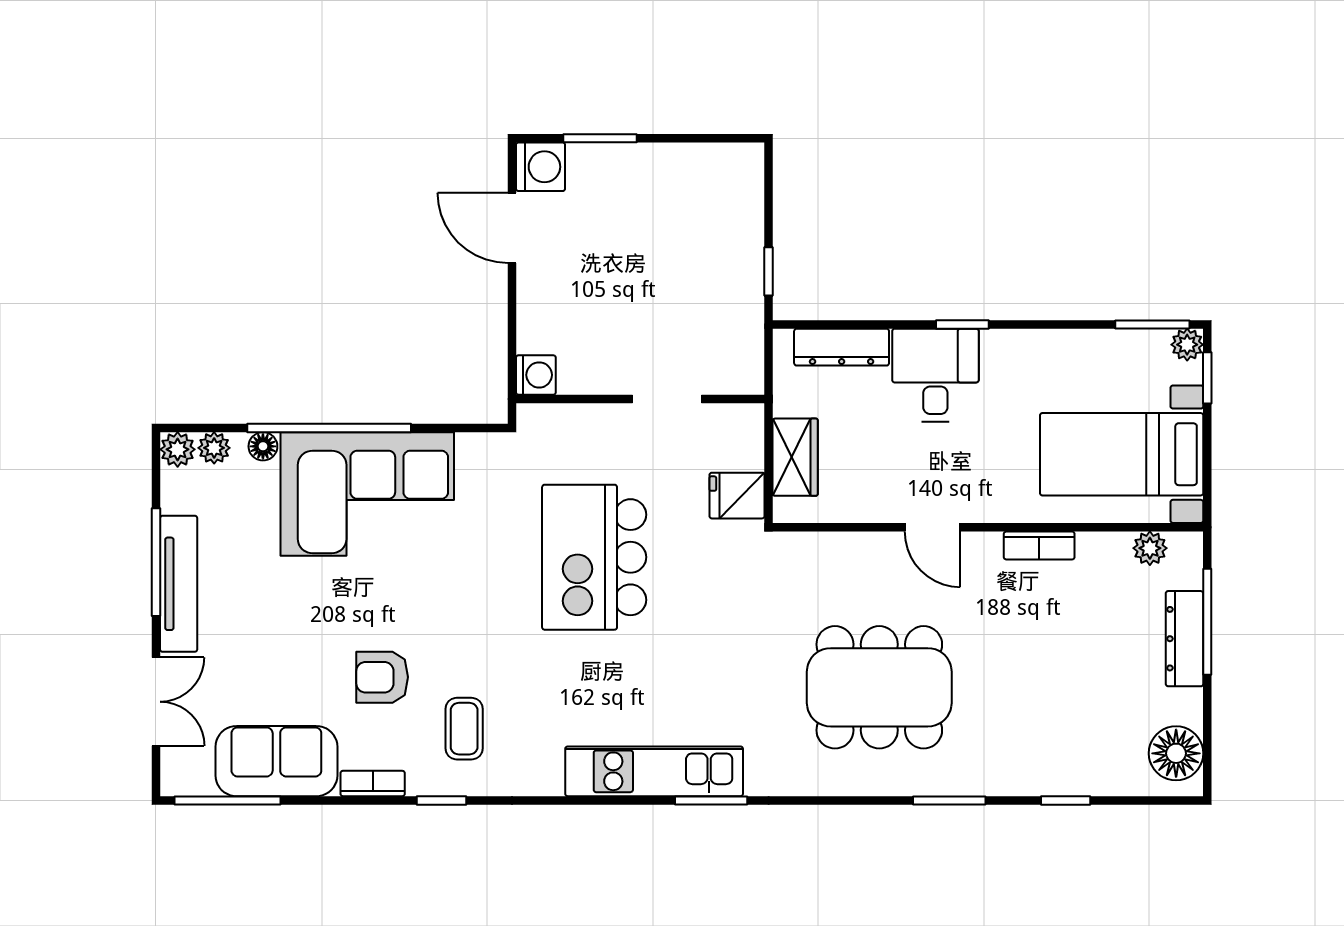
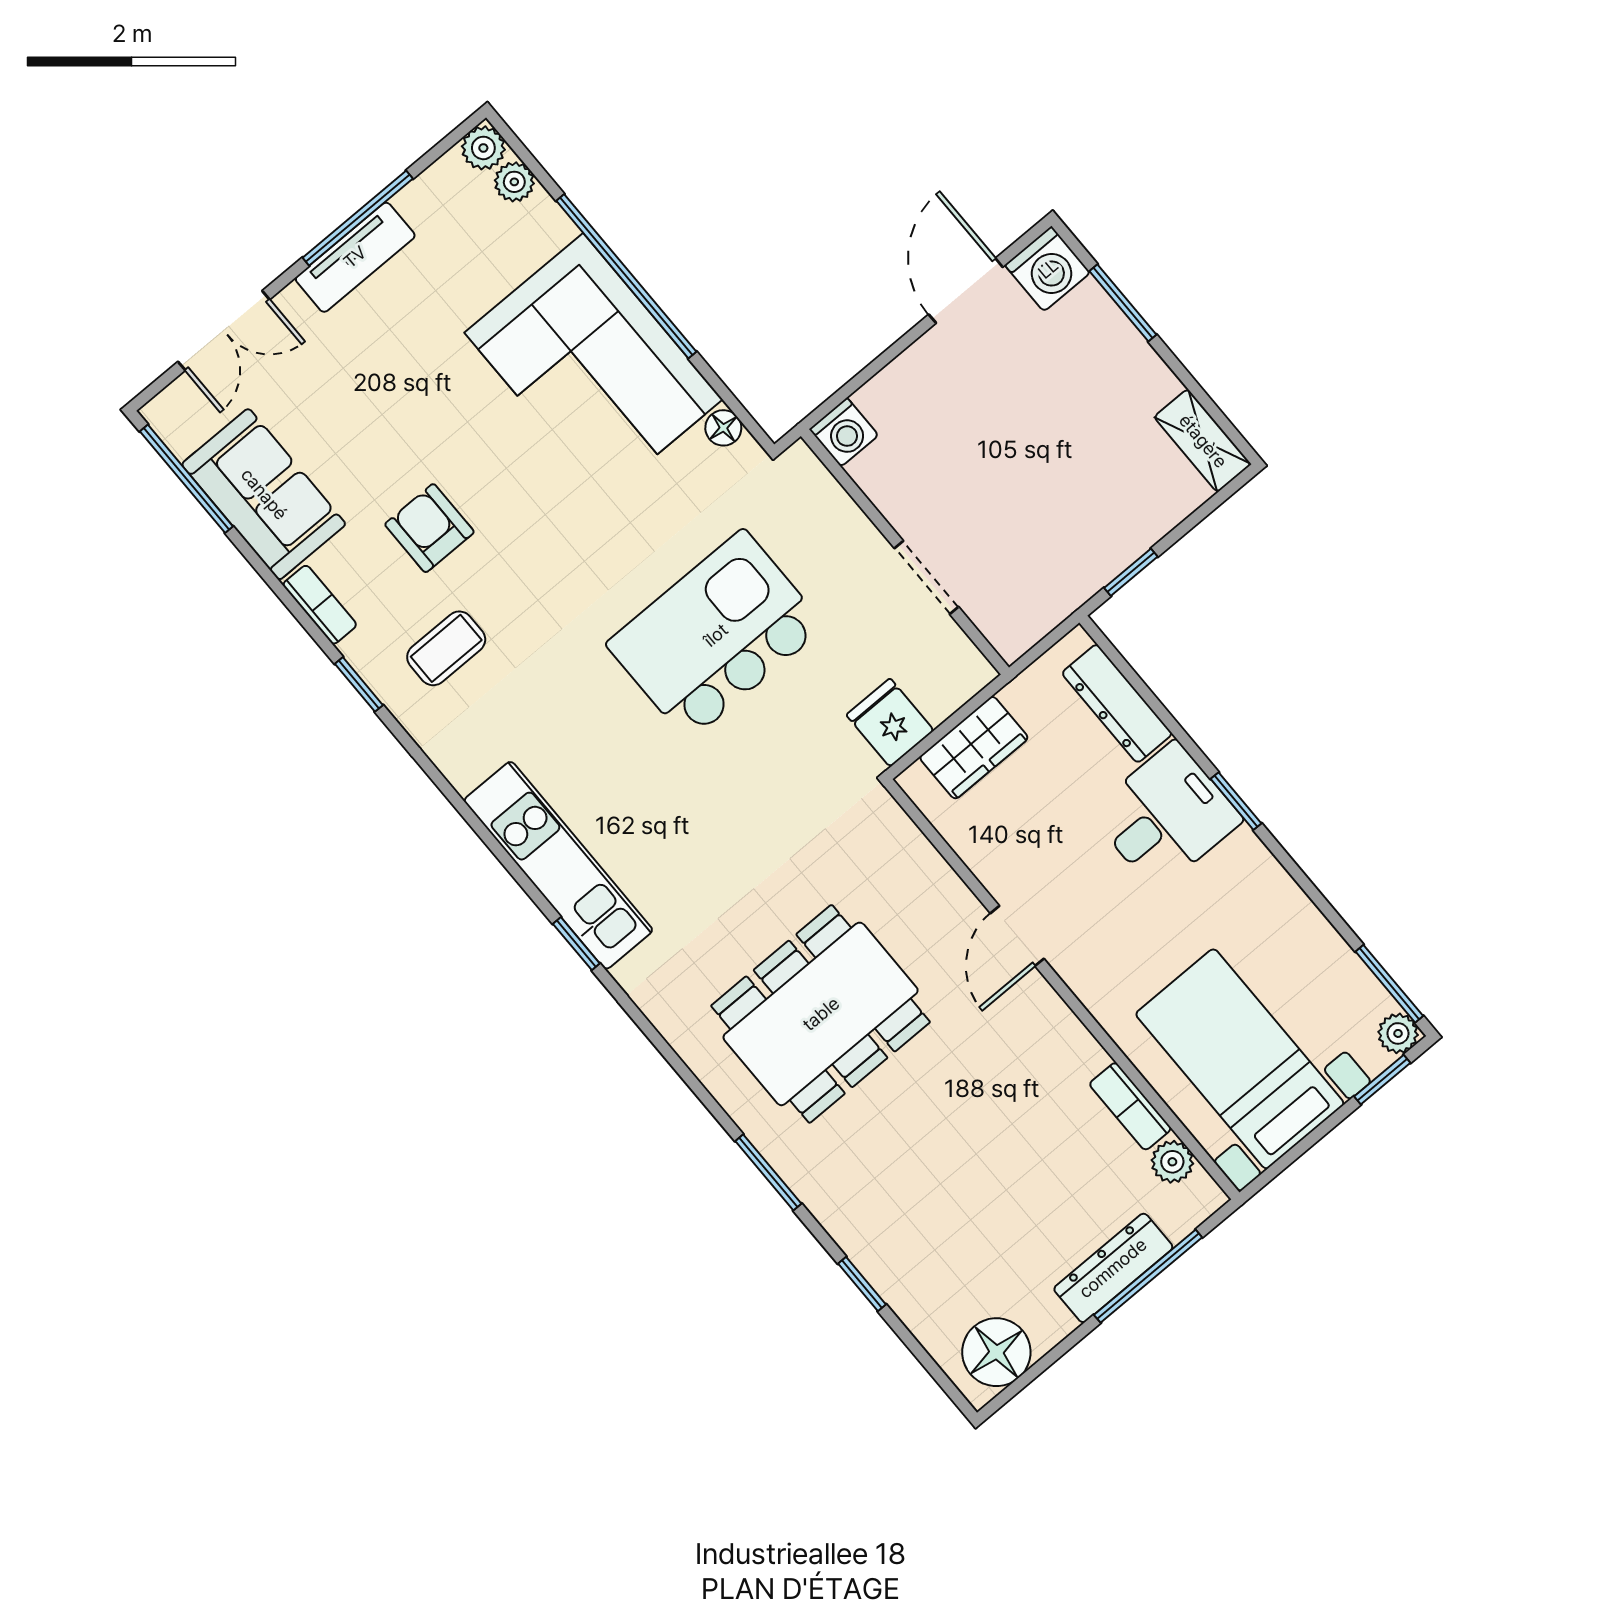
shelving: (725, 160) -> (1203, 441), added
floor lamp: (263, 446) -> (723, 428), moved
bookcase: (1039, 545) -> (1130, 1106), moved
tv unit: (179, 584) -> (355, 257), width x0.71
dining table: (879, 687) -> (821, 1014), turned 90
window: (711, 800) -> (576, 944), width x0.67

